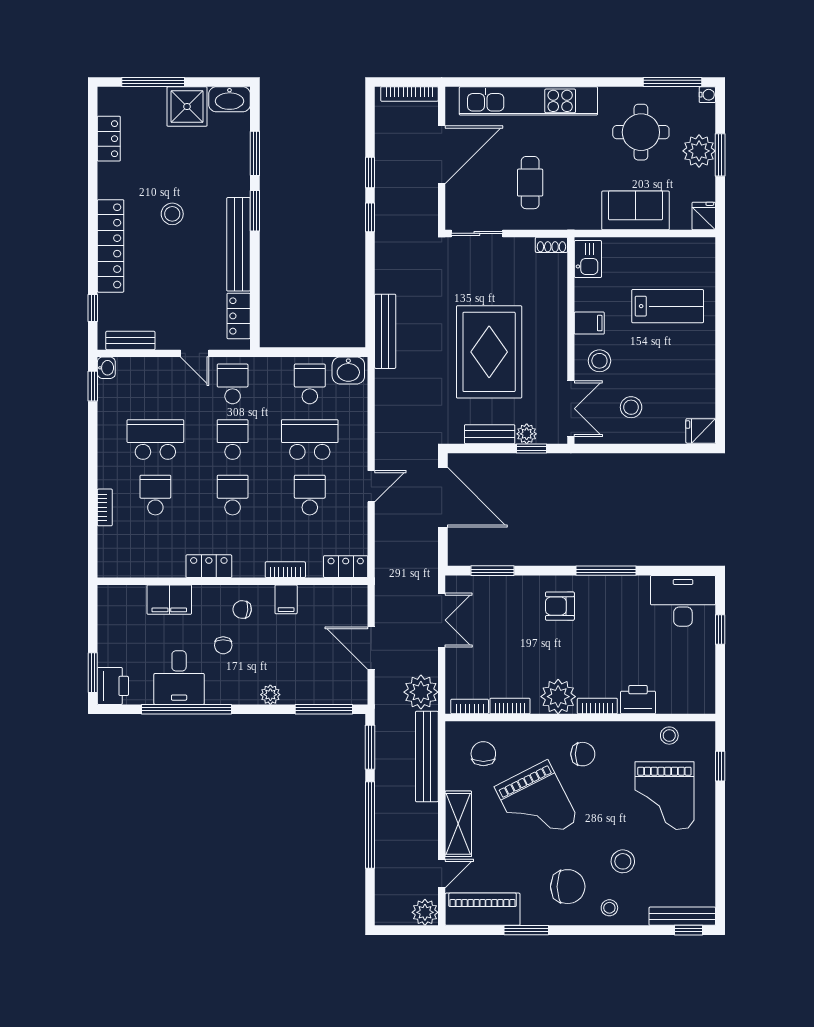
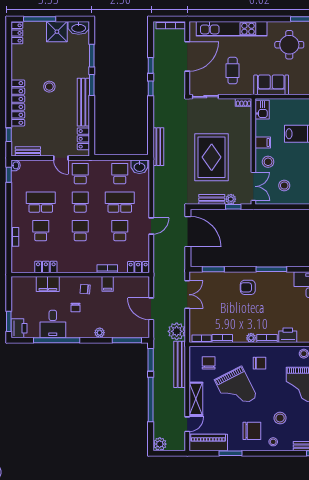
locker: (109, 139) -> (17, 33), moved
sofa: (636, 210) -> (271, 85), moved
locker: (209, 566) -> (46, 267), moved
plant: (558, 697) -> (251, 338), width x0.53, depth x0.53
plant: (425, 912) -> (160, 444), moved

